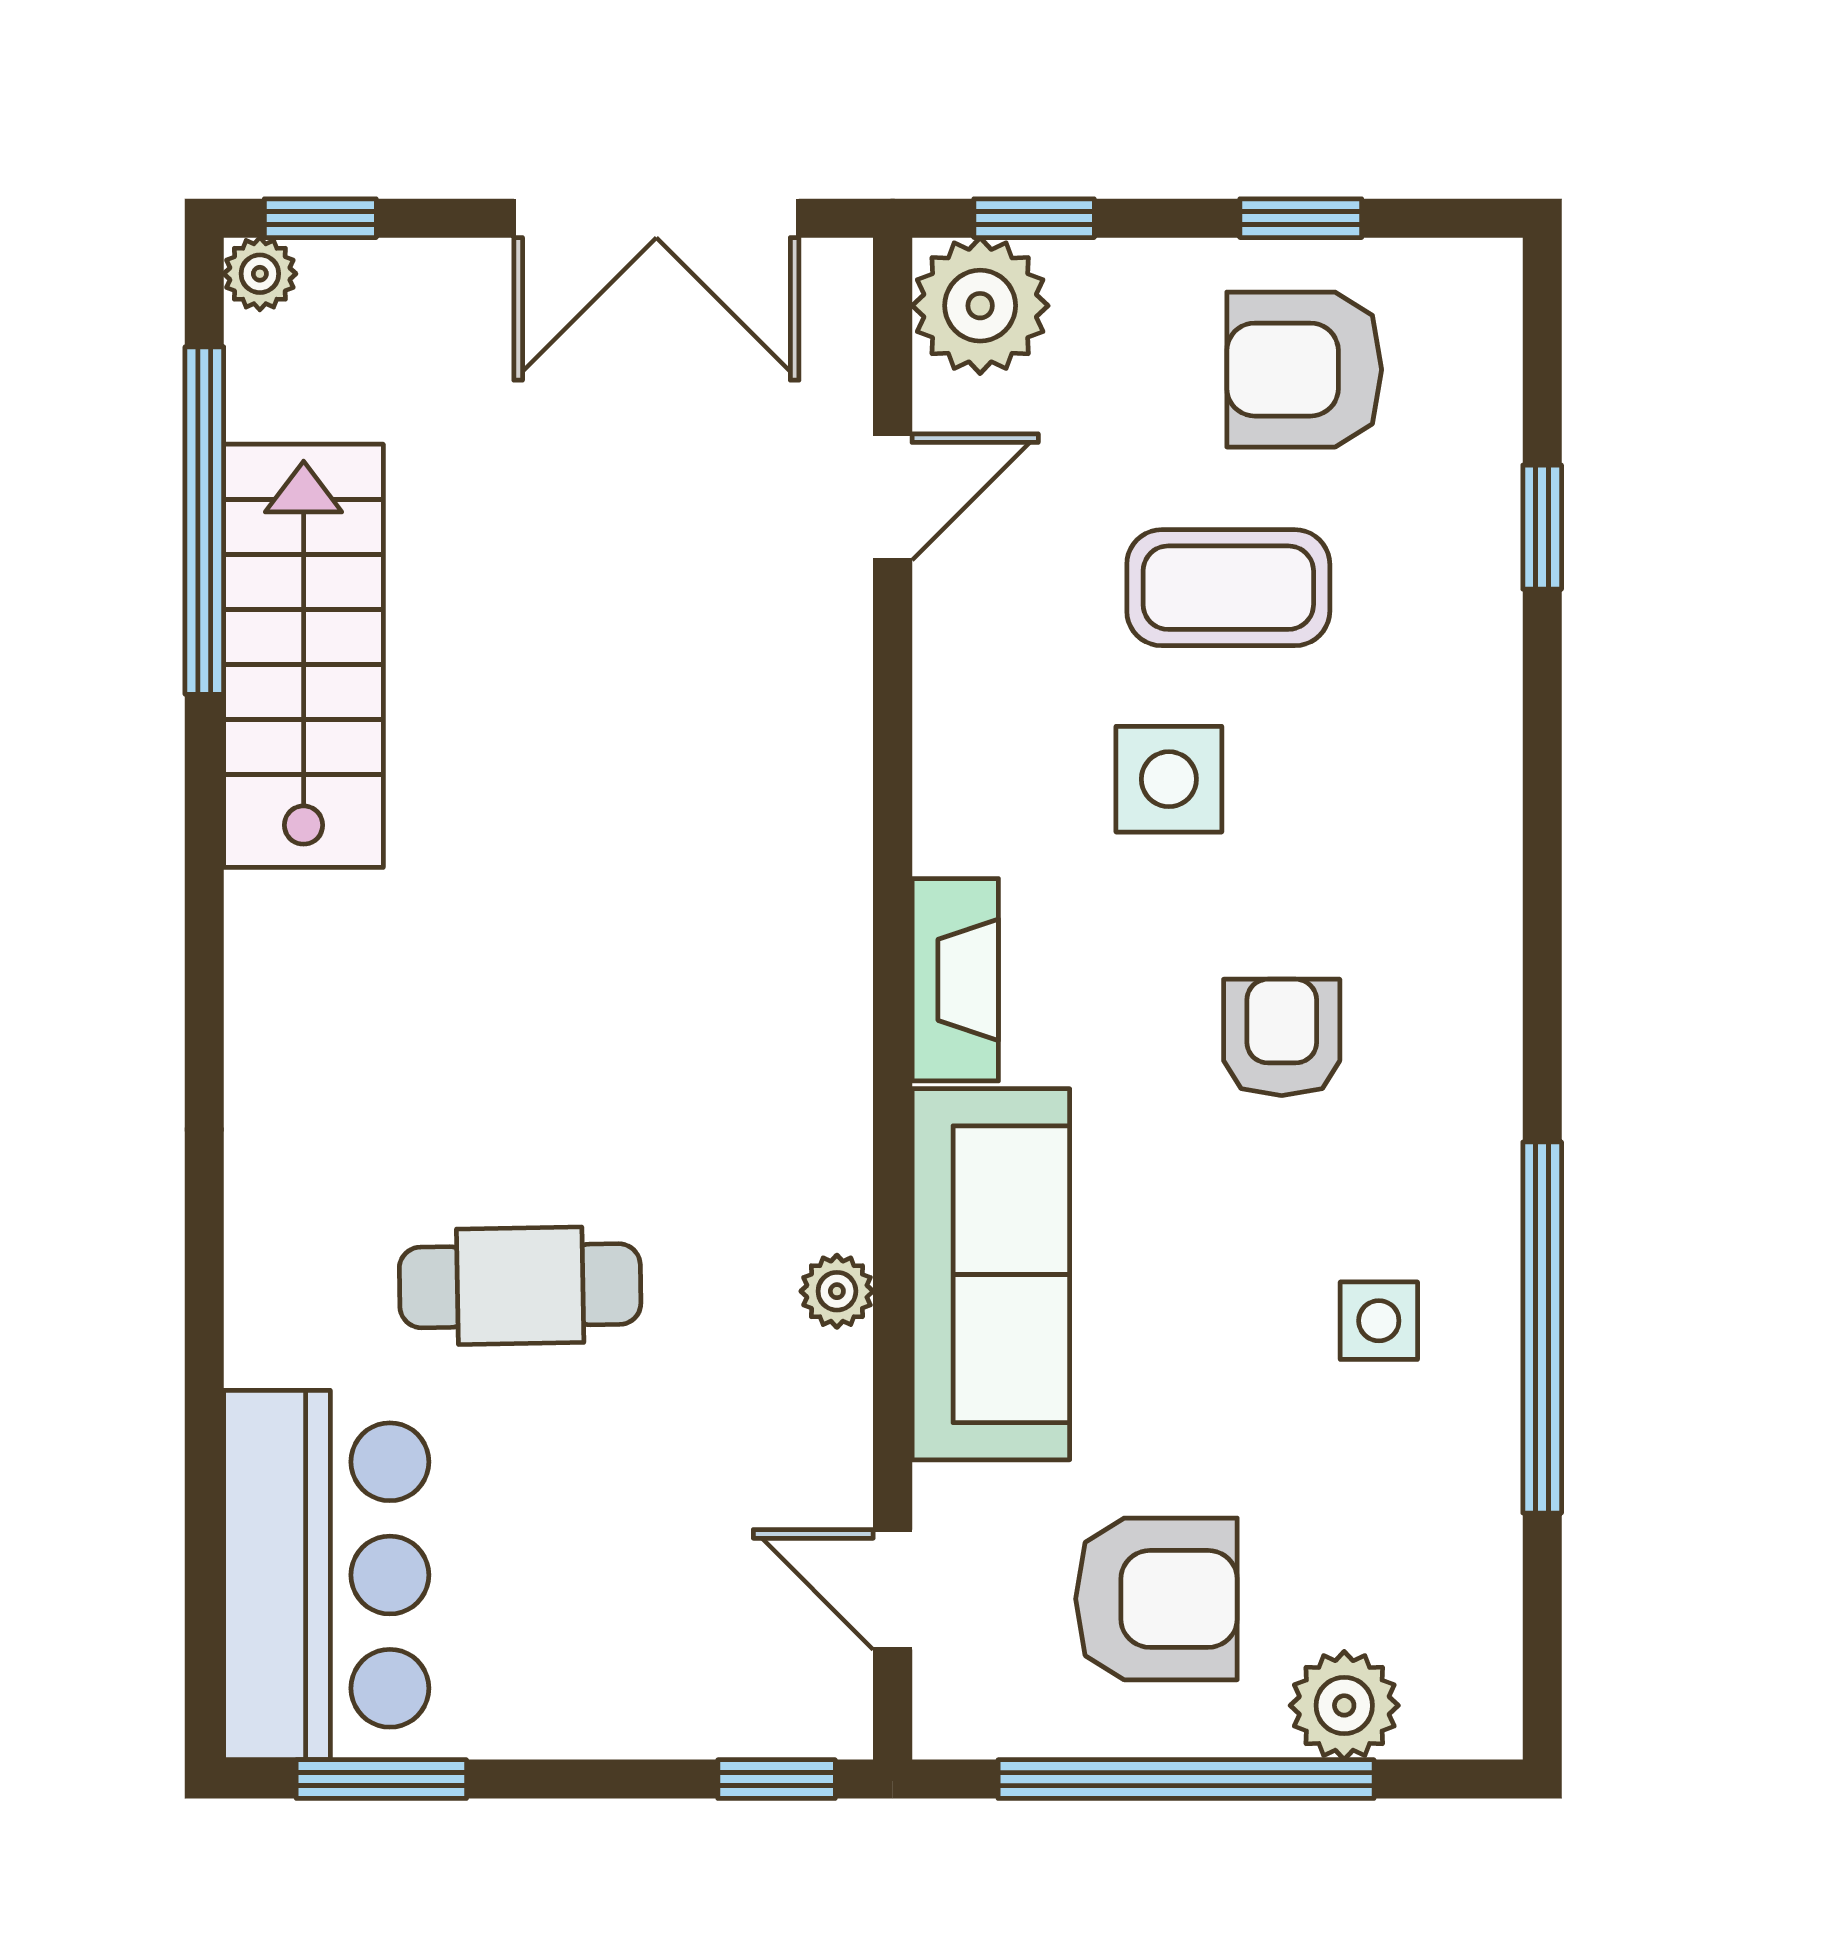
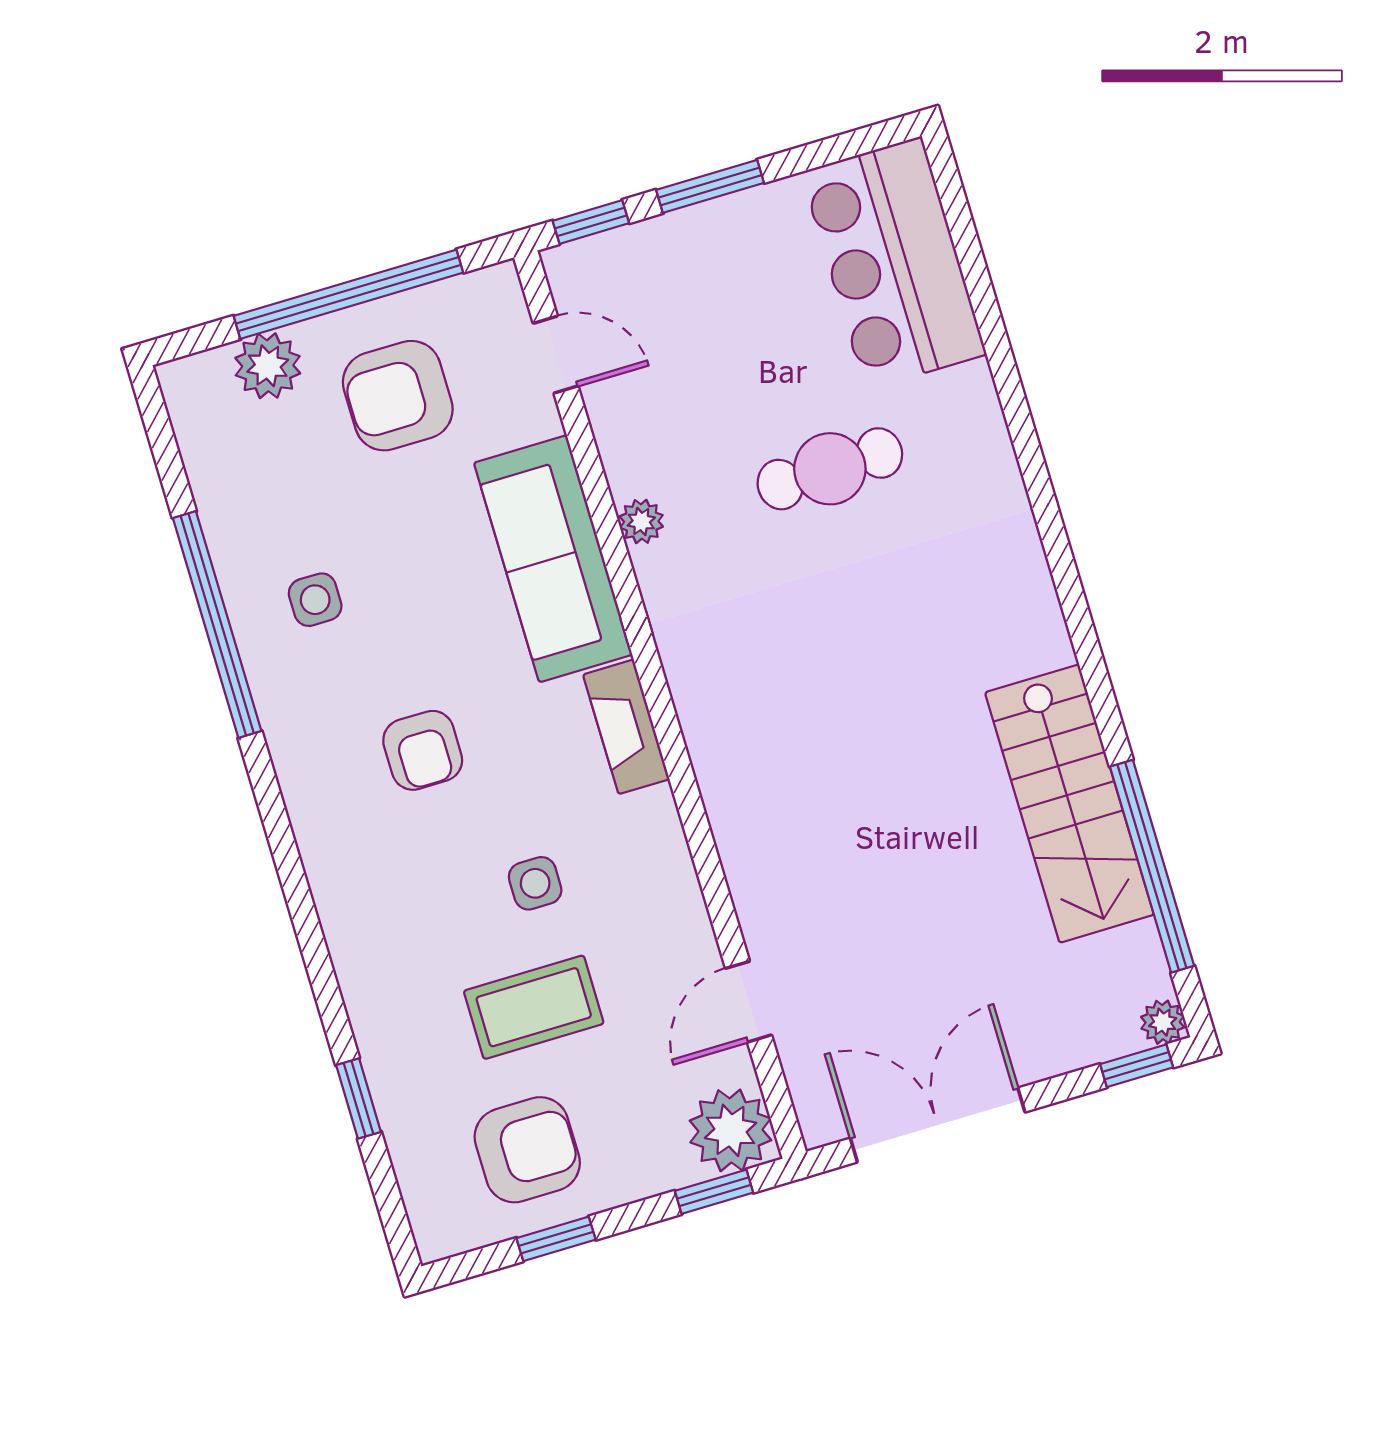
side table: (1169, 779) -> (535, 883), width x0.73, depth x0.73
window: (381, 1779) -> (710, 186), moved

